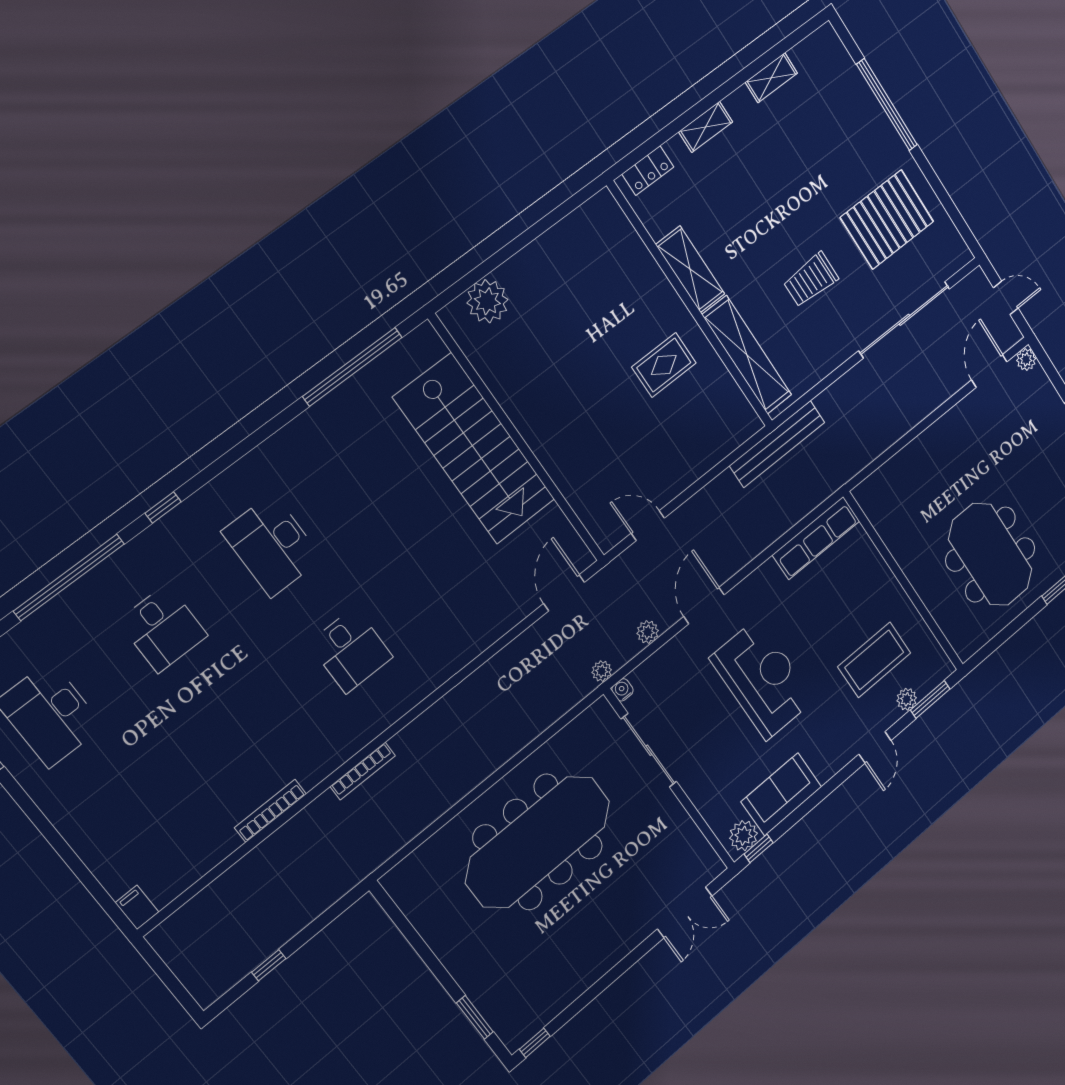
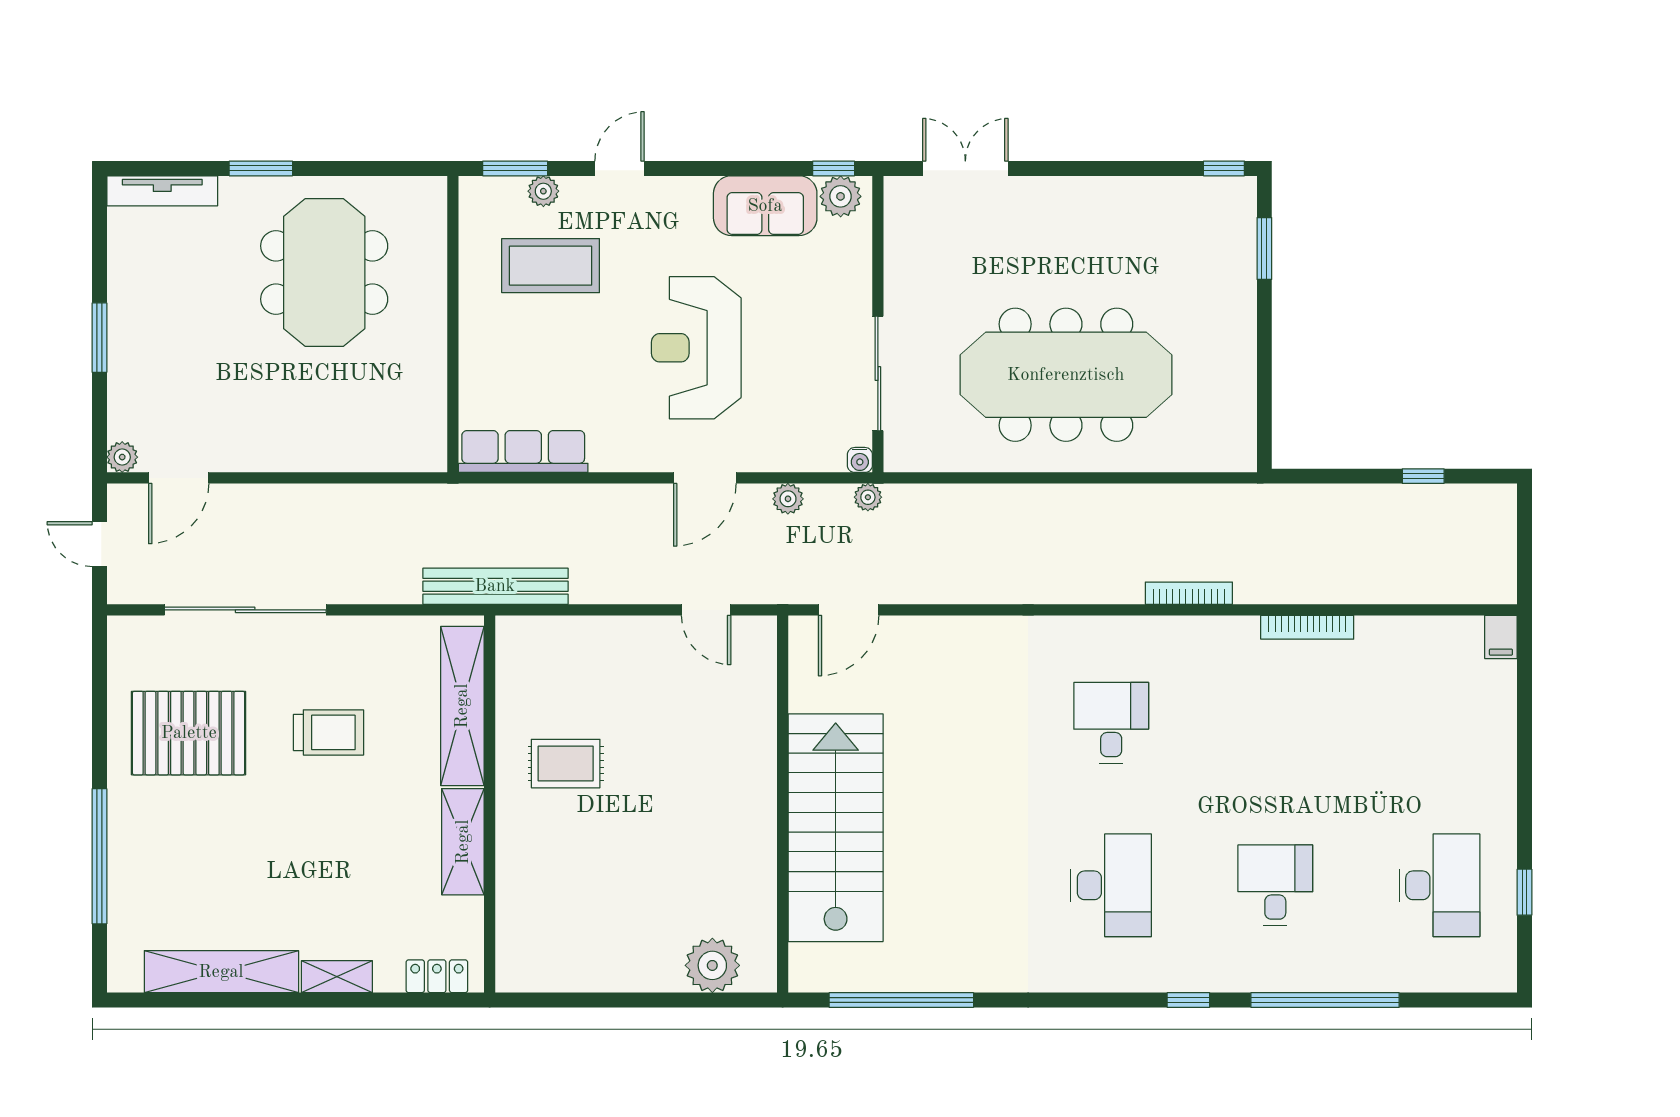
shelving: (771, 78) -> (221, 972), width x2.20, depth x1.33

